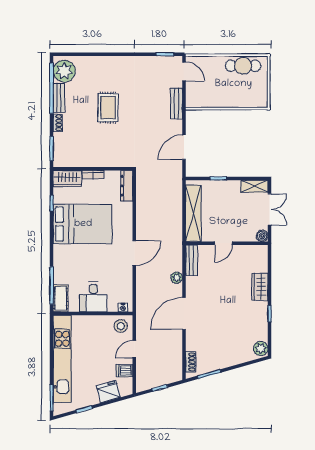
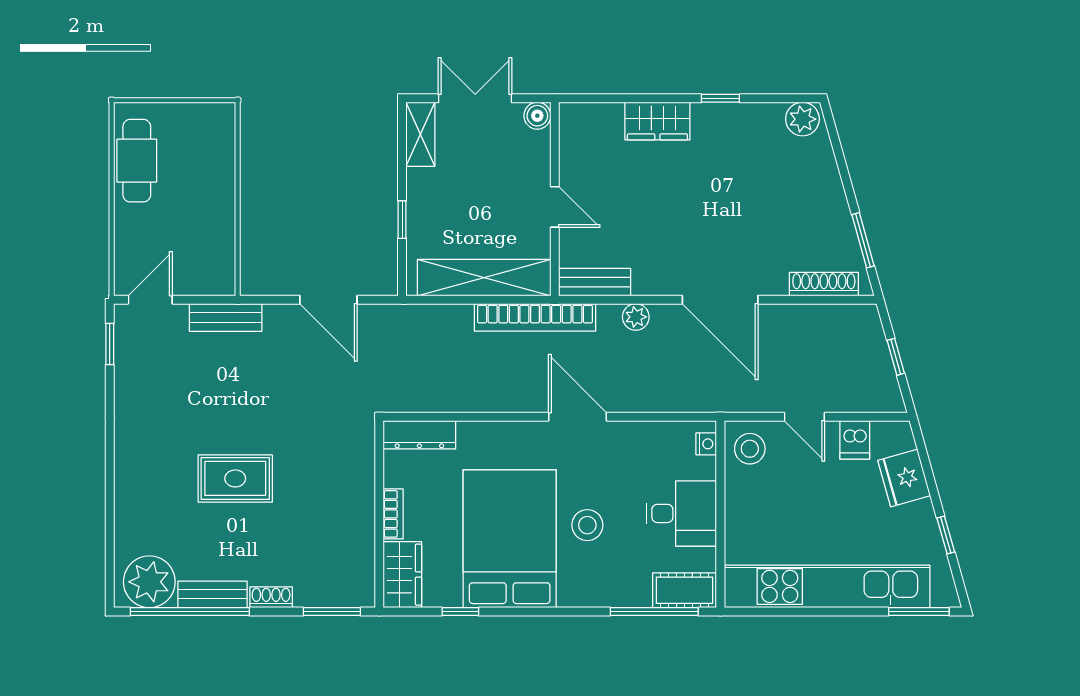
bookcase: (176, 235) -> (535, 317), added
stool: (88, 257) -> (587, 525), added
shoe rack: (191, 362) -> (824, 284), width x1.43

